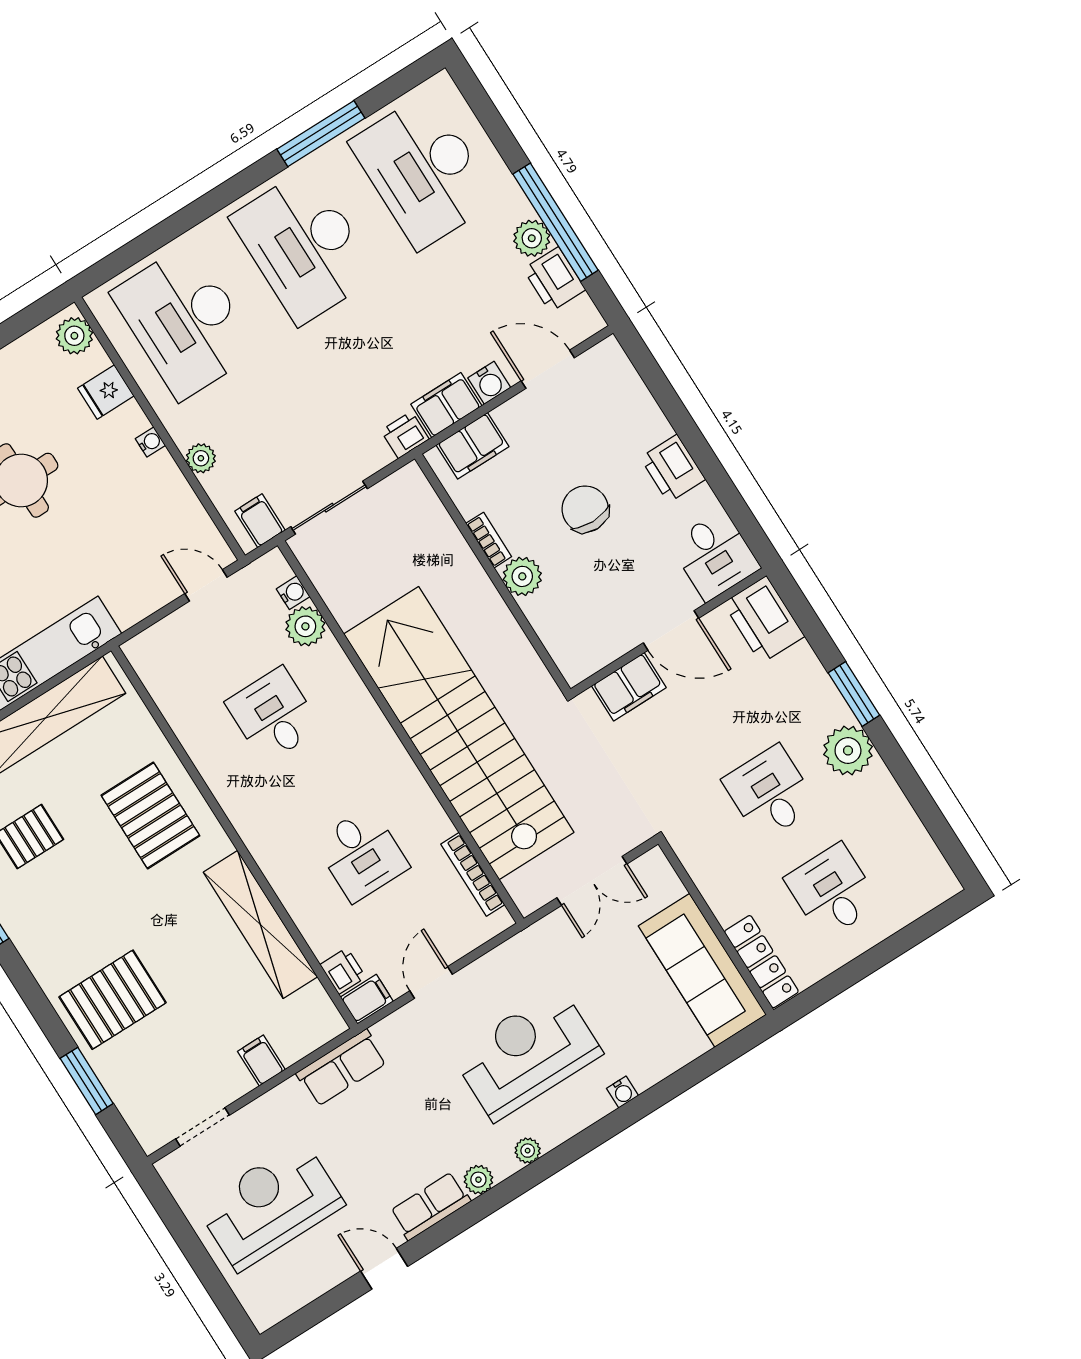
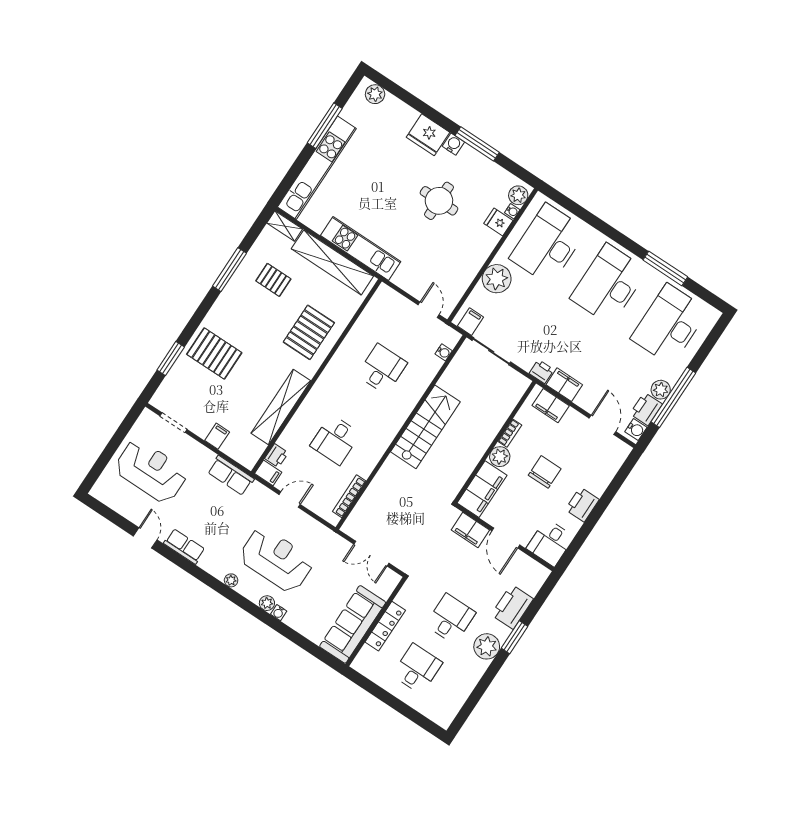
water cooler: (489, 383) -> (636, 429), moved, turned -90
water cooler: (150, 442) -> (512, 211), moved
plant: (201, 458) -> (497, 279), width x1.88, depth x1.88
printer: (764, 620) -> (512, 607), moved
plant: (305, 626) -> (430, 365), removed
filing cabinet: (566, 634) -> (482, 489), added
stairs: (459, 733) -> (425, 427), width x0.54, depth x0.66
locker: (761, 962) -> (385, 626), moved
plant: (478, 1180) -> (267, 603), moved

